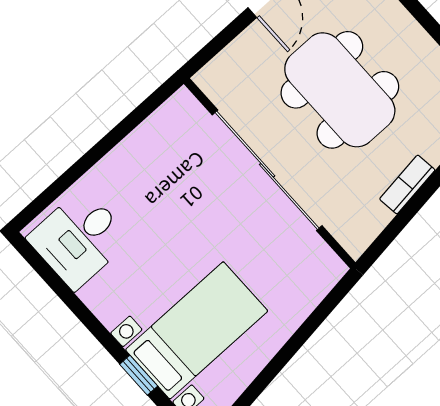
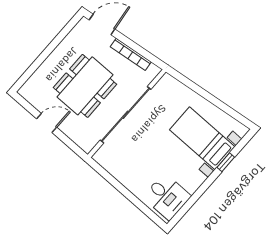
bookcase: (407, 184) -> (131, 54), width x1.56

